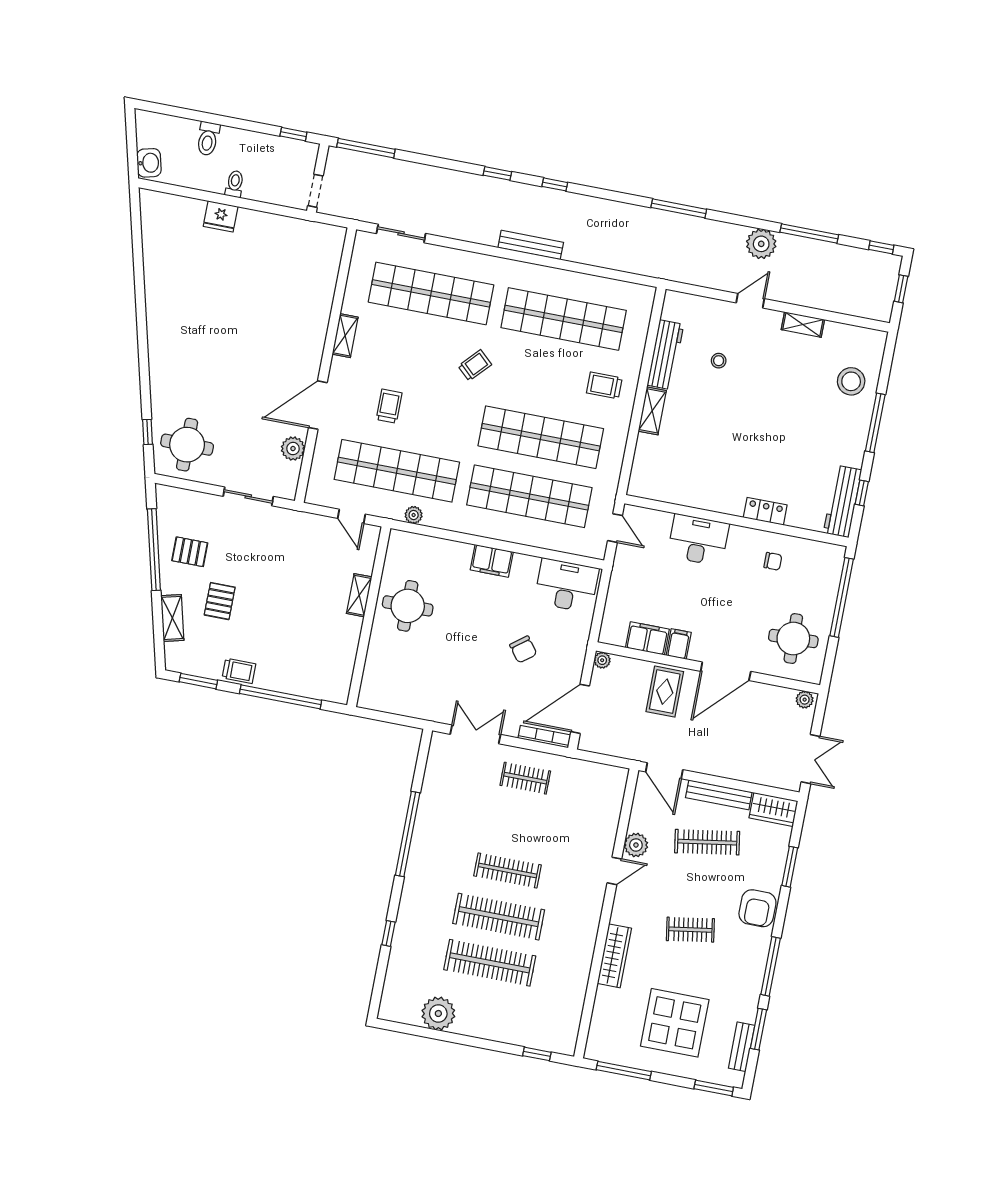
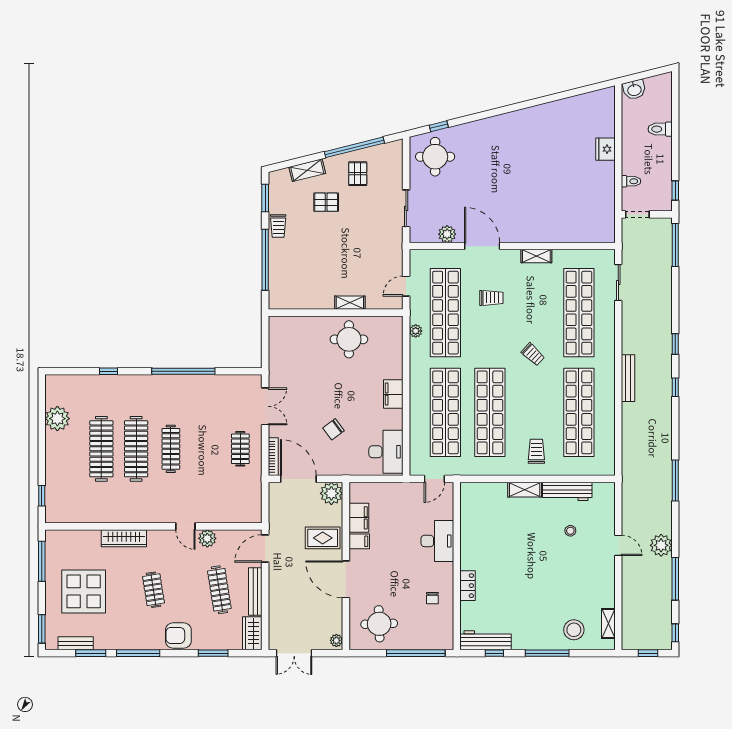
toilet: (235, 184) -> (631, 181), moved
shelving: (803, 325) -> (608, 623), moved
plant: (602, 660) -> (331, 493), width x1.88, depth x1.88

